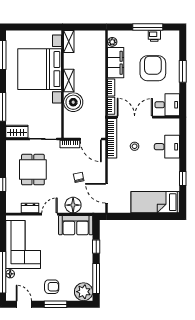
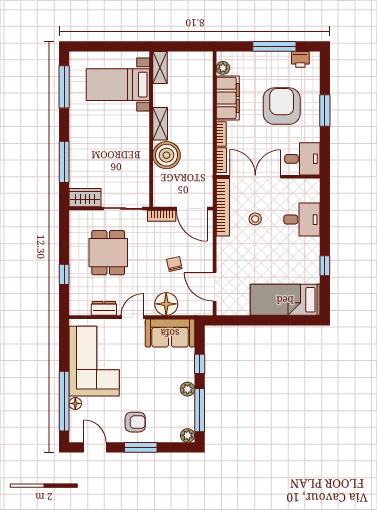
printer: (154, 36) -> (300, 59), moved
bed with nightstands: (40, 69) -> (118, 85), width x0.54
plant: (88, 264) -> (187, 389), added
plant: (84, 292) -> (188, 435), width x0.53, depth x0.53

